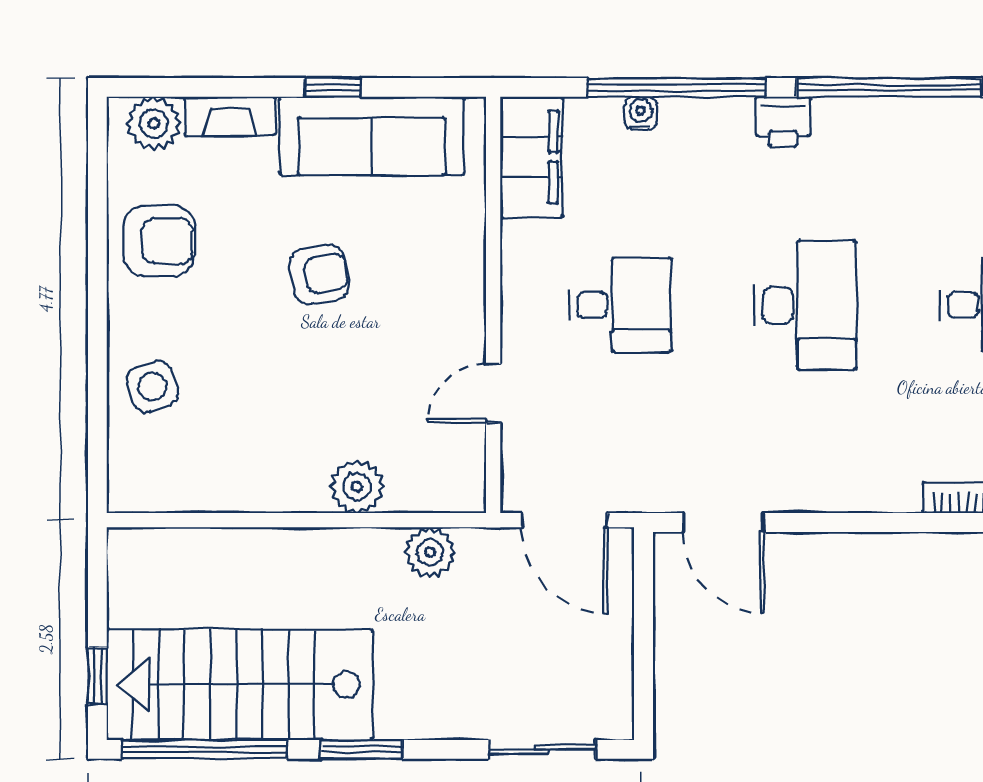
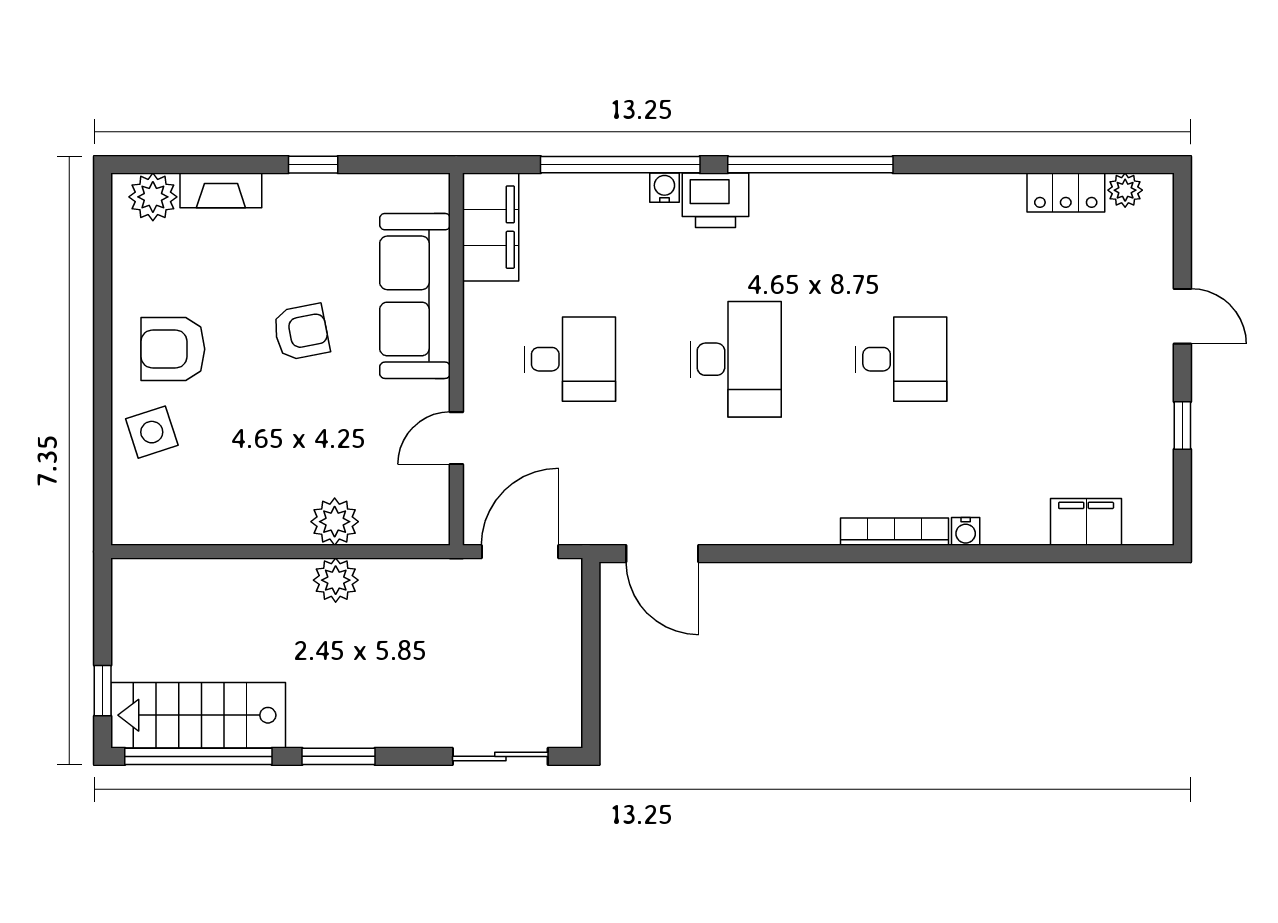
water cooler: (641, 113) -> (664, 188), moved
printer: (783, 121) -> (716, 200), width x1.36, depth x1.24
sofa: (372, 136) -> (415, 296), moved, turned 90
armchair: (159, 241) -> (173, 349), moved, turned 180
door: (564, 520) -> (520, 552), swing flipped
plant: (430, 552) -> (336, 580), moved
stairs: (240, 685) -> (198, 715), width x0.73, depth x0.66

